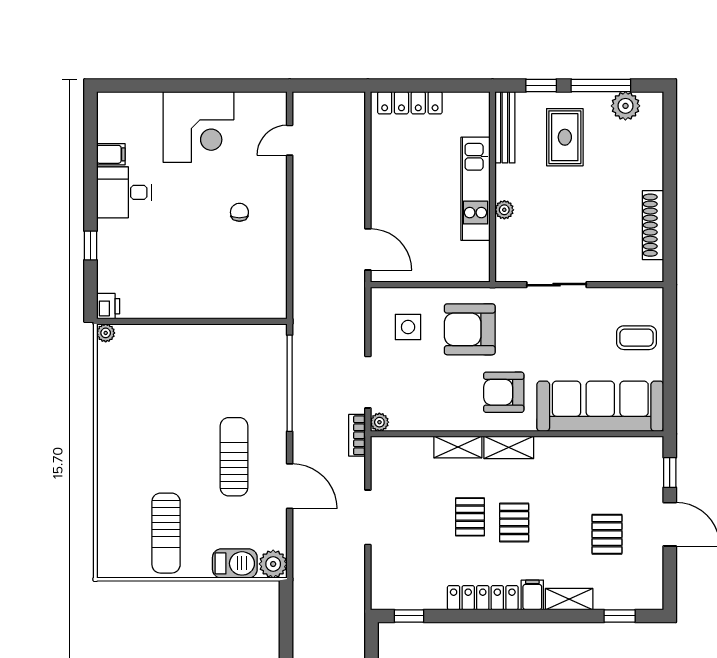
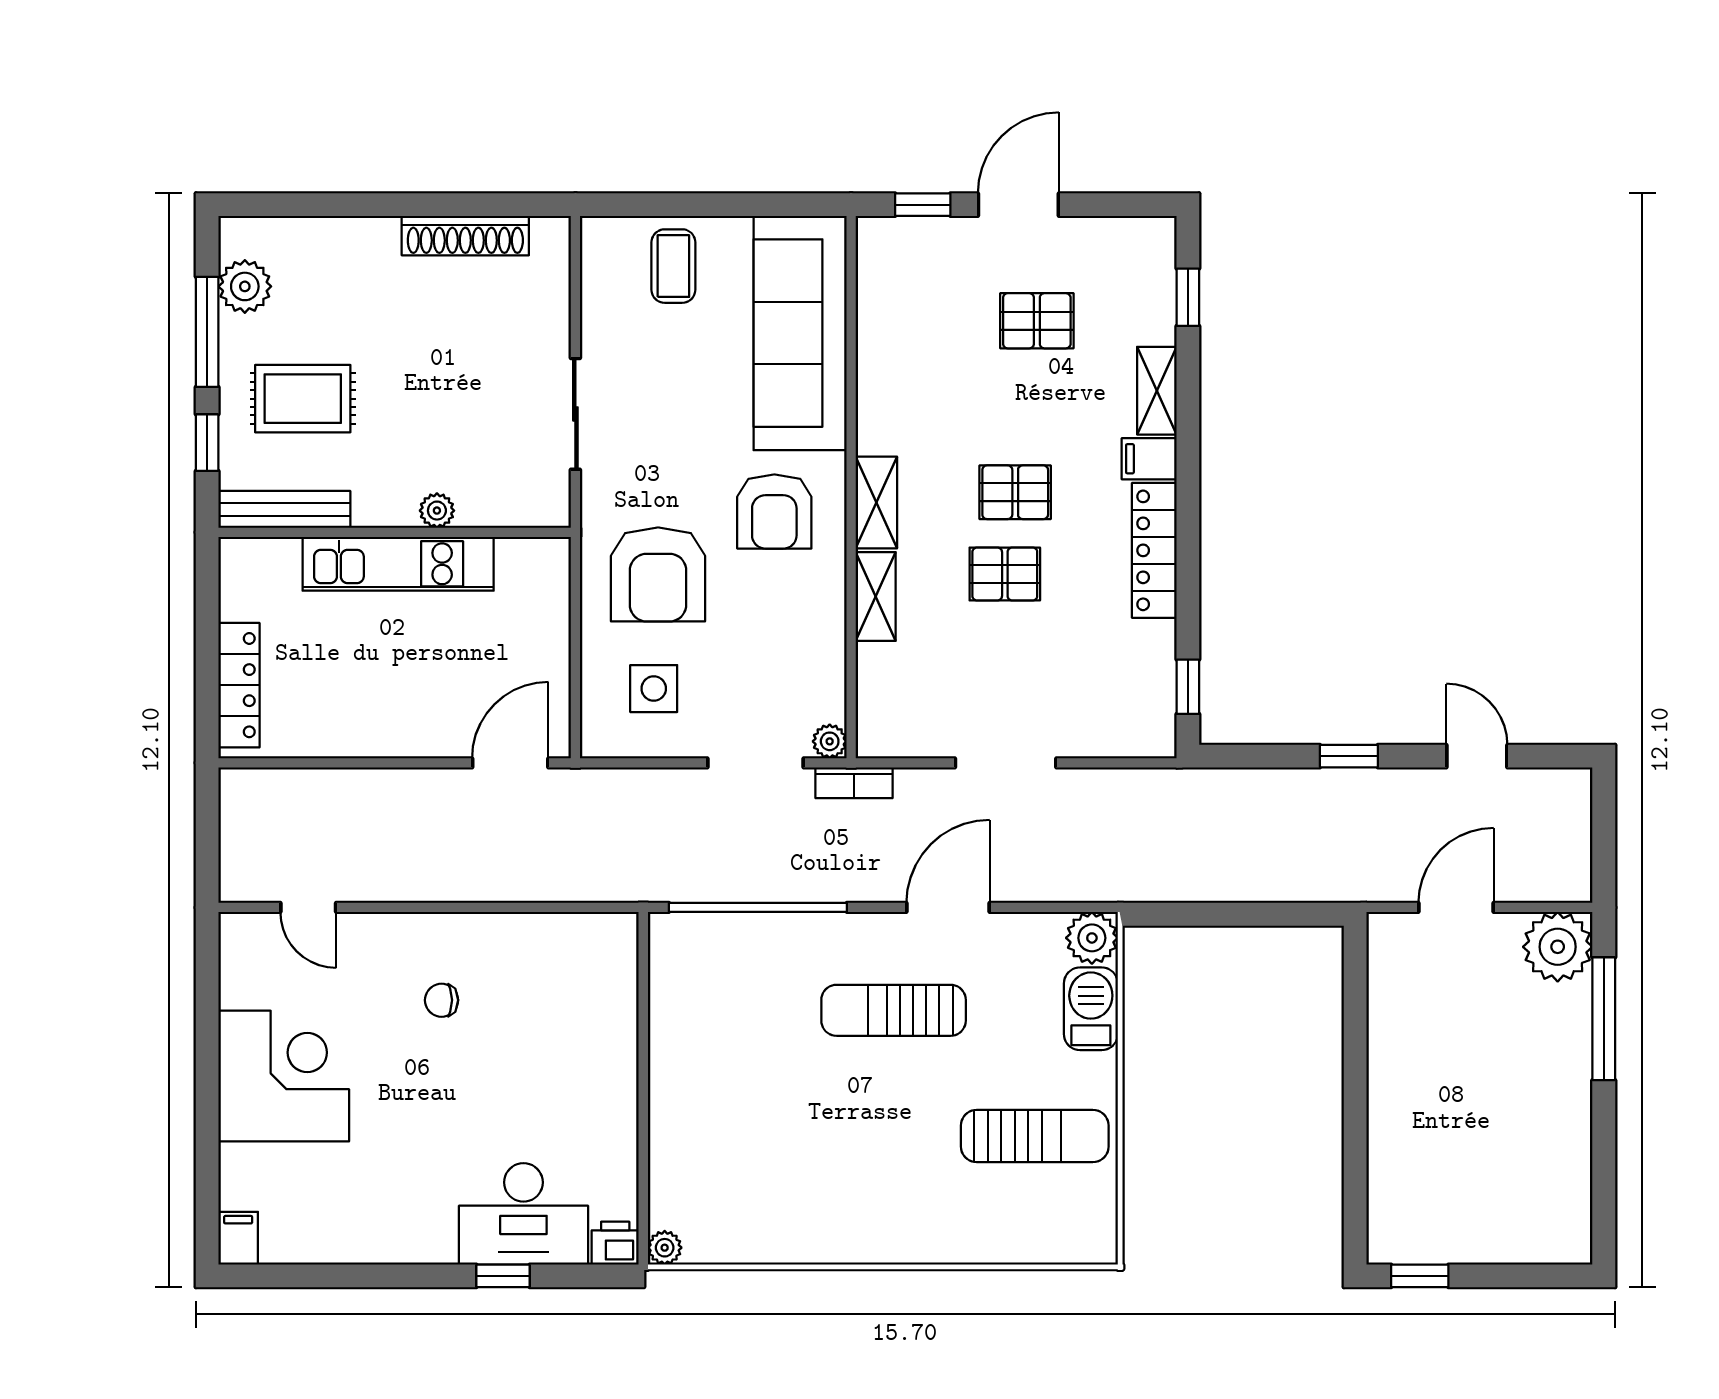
filing cabinet: (111, 154) -> (238, 1238), moved
desk: (124, 192) -> (523, 1214), moved, width x1.37

